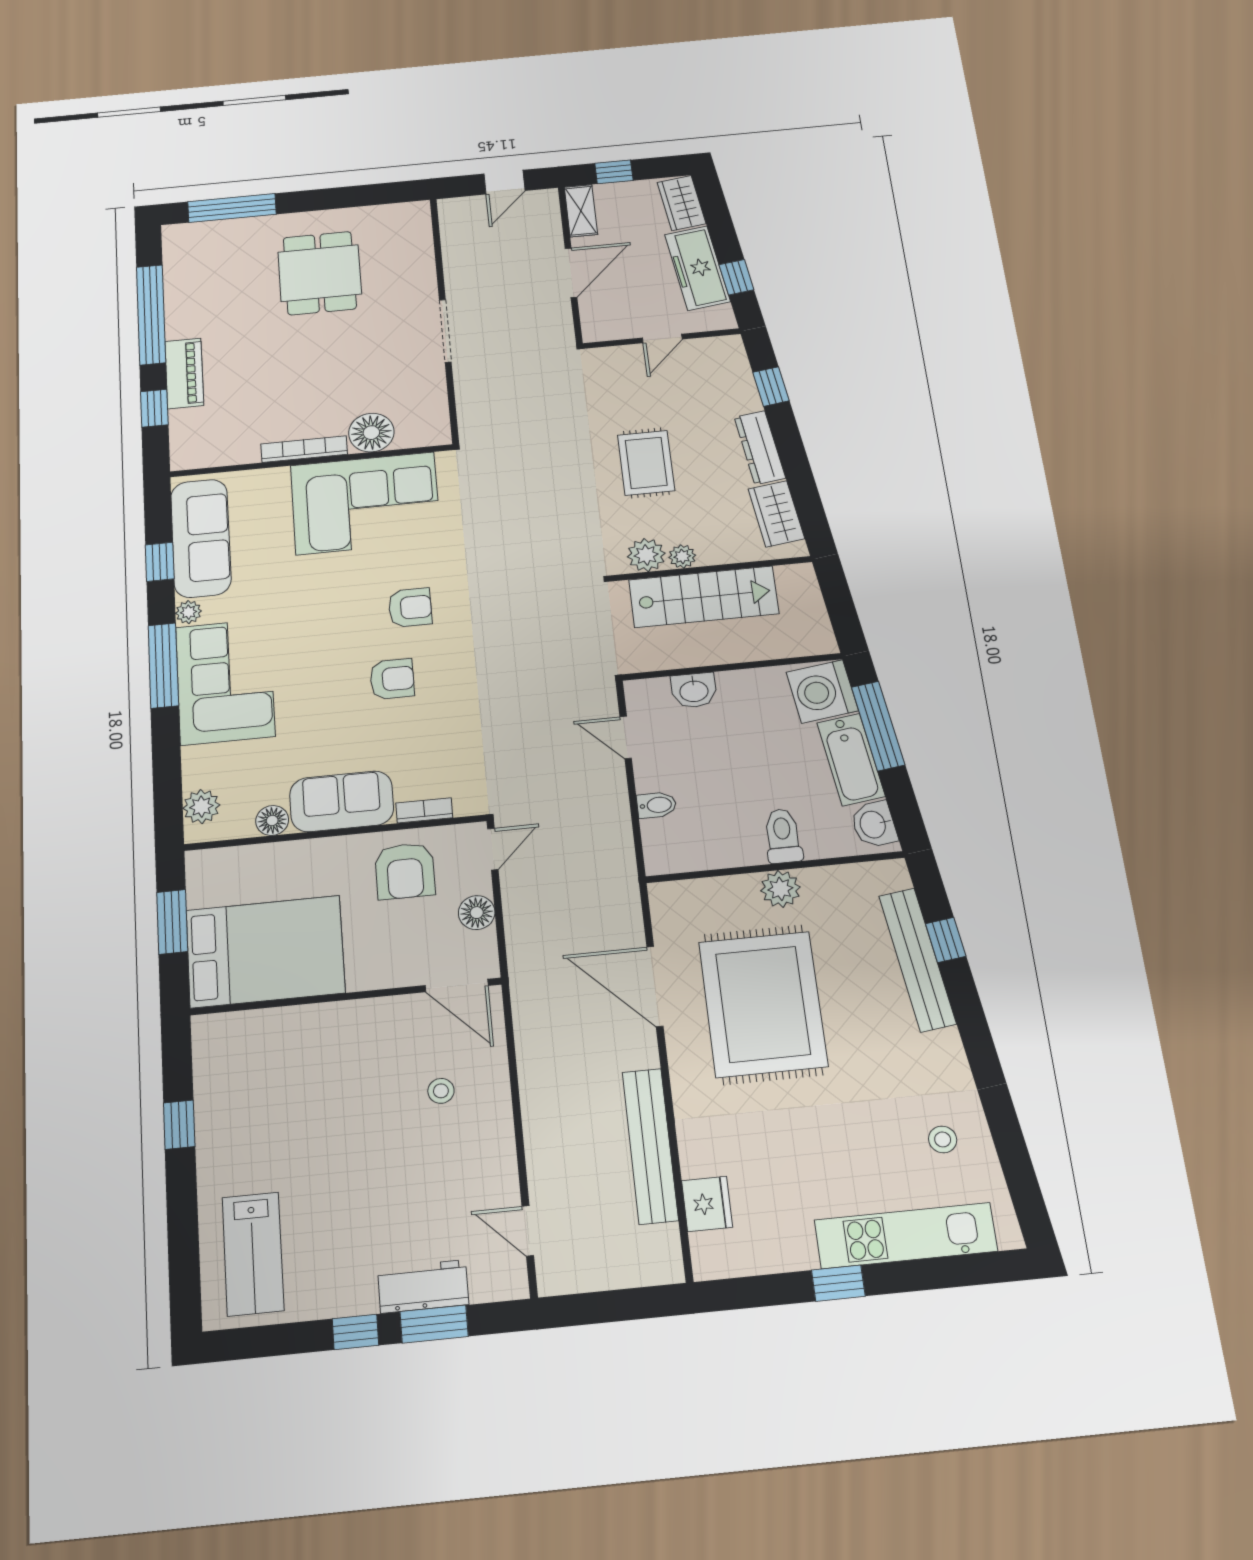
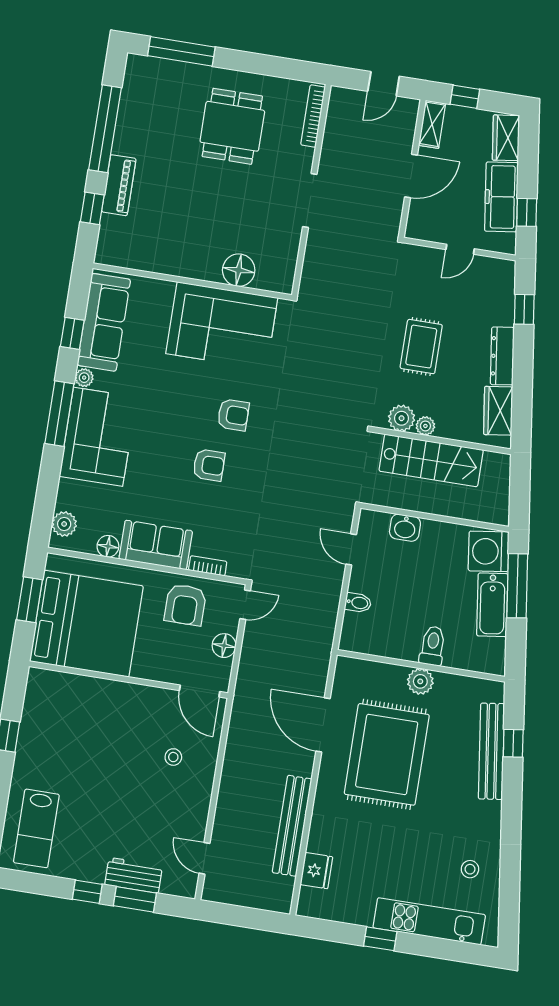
bookcase: (304, 449) -> (313, 116), moved, turned -90
washbasin: (874, 824) -> (493, 654), removed
bed: (265, 951) -> (86, 624), width x1.36

